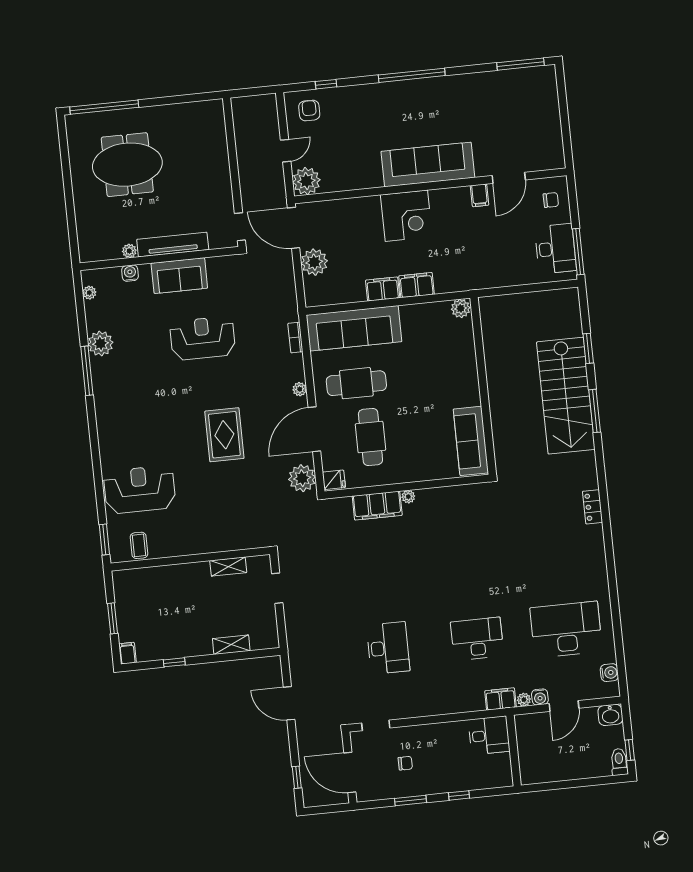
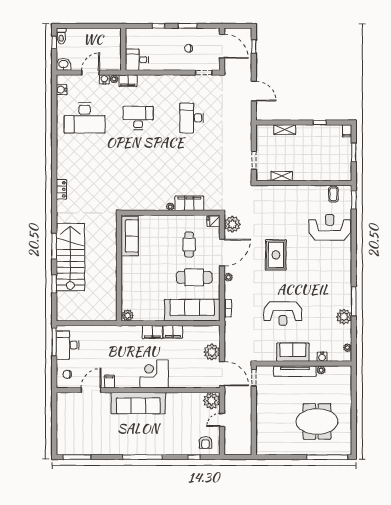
cafe table: (370, 437) -> (189, 244), width x0.73, depth x0.74
reception desk: (140, 490) -> (330, 227), turned 180
desk: (477, 639) -> (138, 118), turned 180

